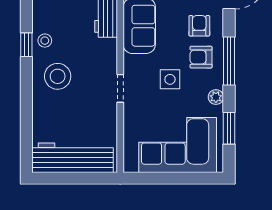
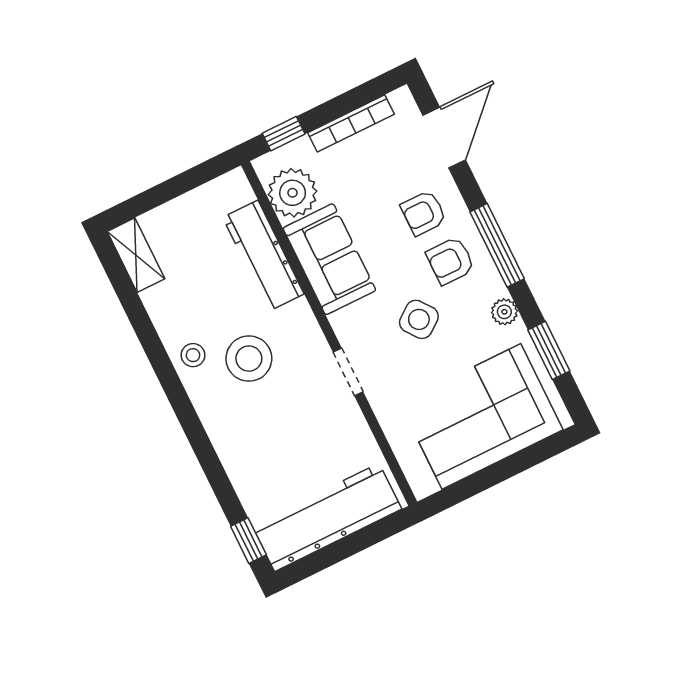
armchair: (199, 26) -> (424, 213), turned -90
window: (26, 45) -> (248, 541), moved
stool: (58, 76) -> (249, 359), moved
side table: (170, 79) -> (419, 319), turned -37

